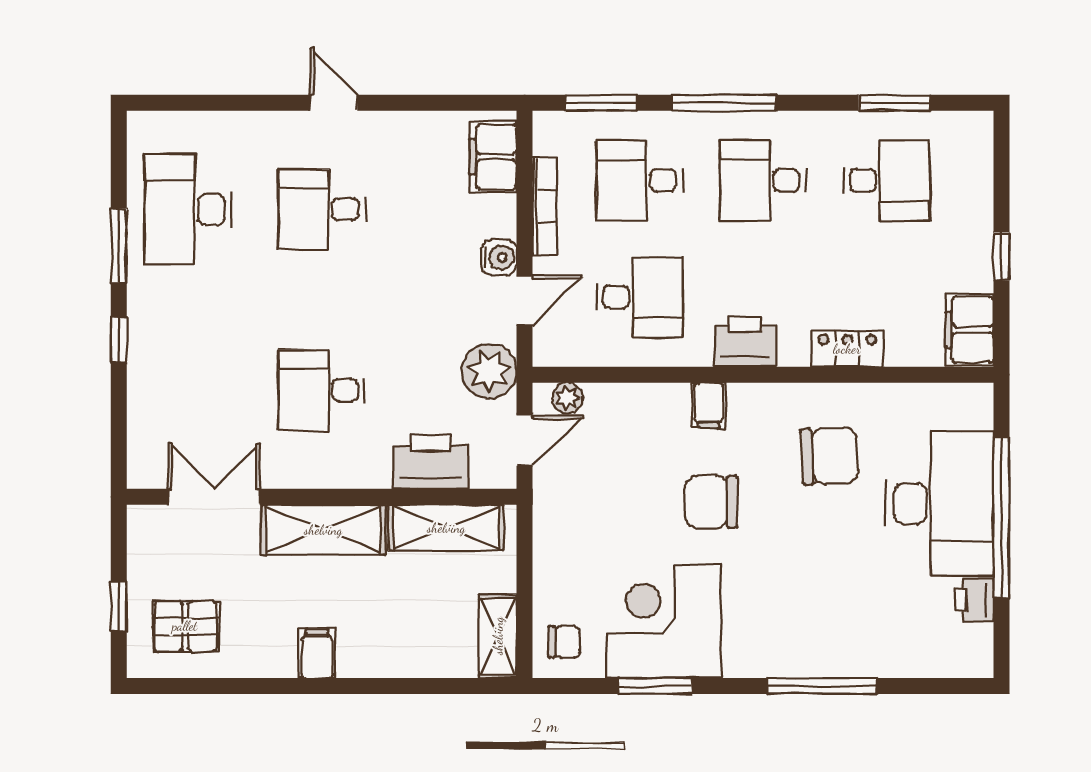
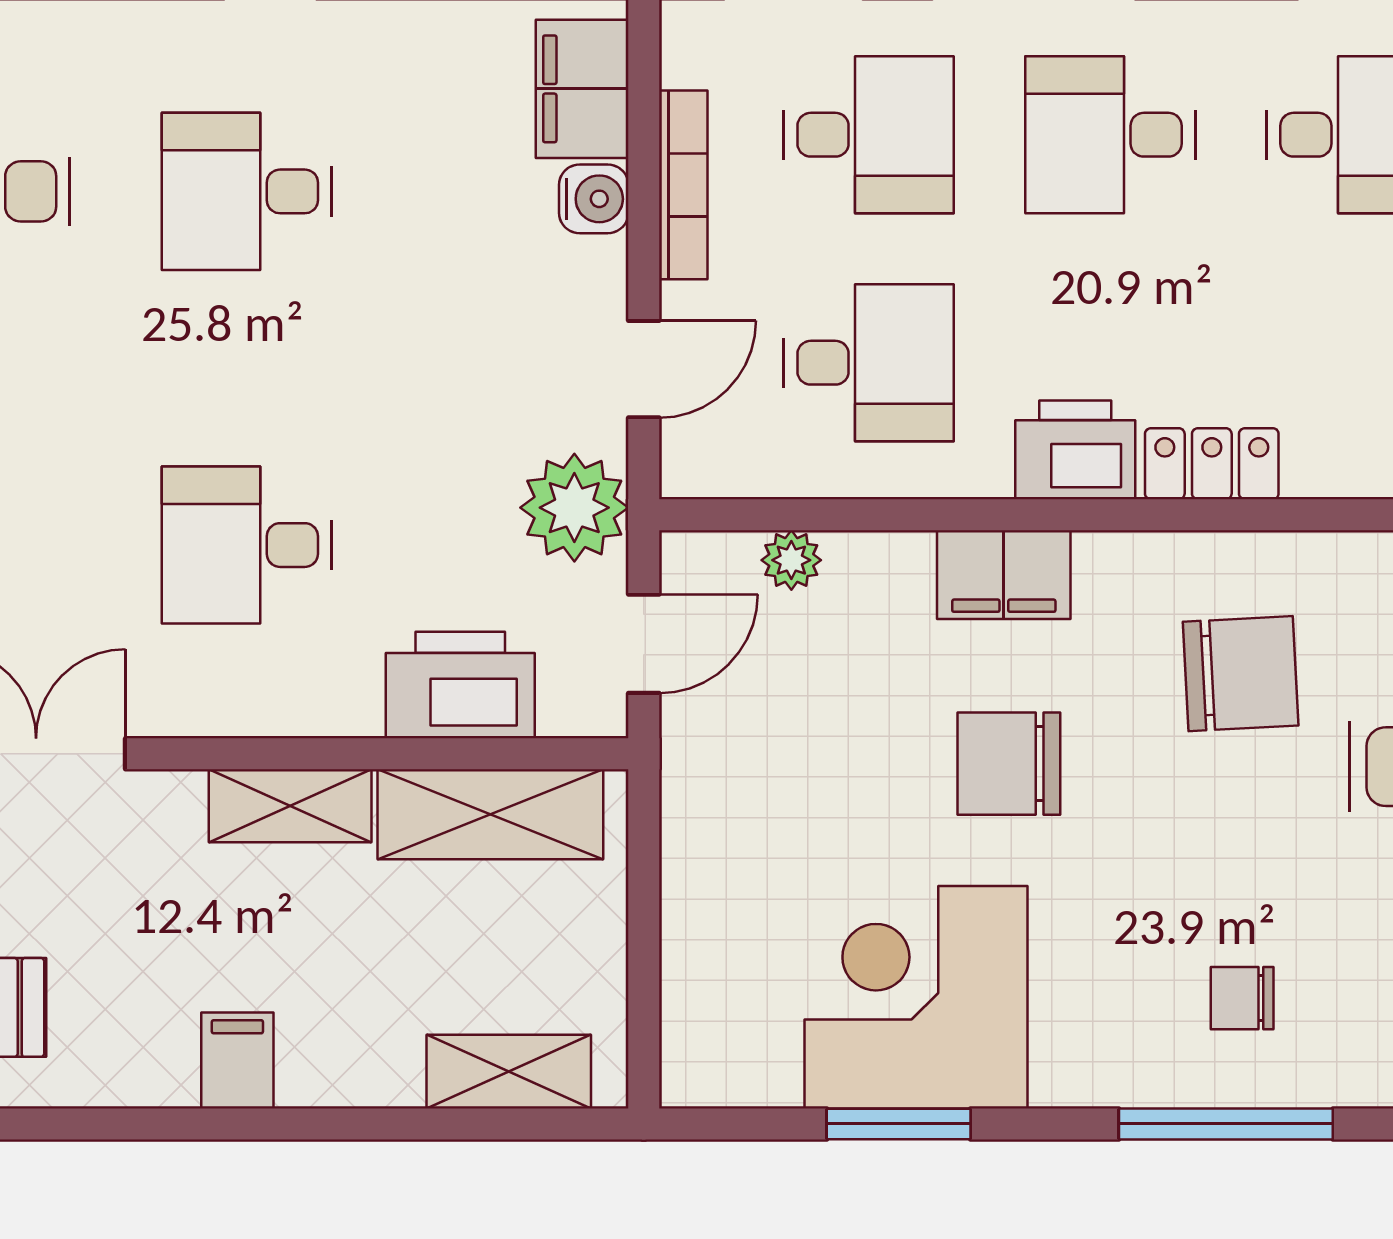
desk: (640, 180) -> (869, 135), turned 180
water cooler: (499, 257) -> (594, 199), moved
locker: (847, 349) -> (1212, 464), moved
plant: (568, 398) -> (791, 560), moved
filing cabinet: (709, 405) -> (1004, 575), width x2.00
shelving: (323, 530) -> (290, 806), width x0.67, depth x0.75
shelving: (498, 636) -> (509, 1072), moved, turned 90
chair: (564, 642) -> (1242, 998), moved, turned 180

